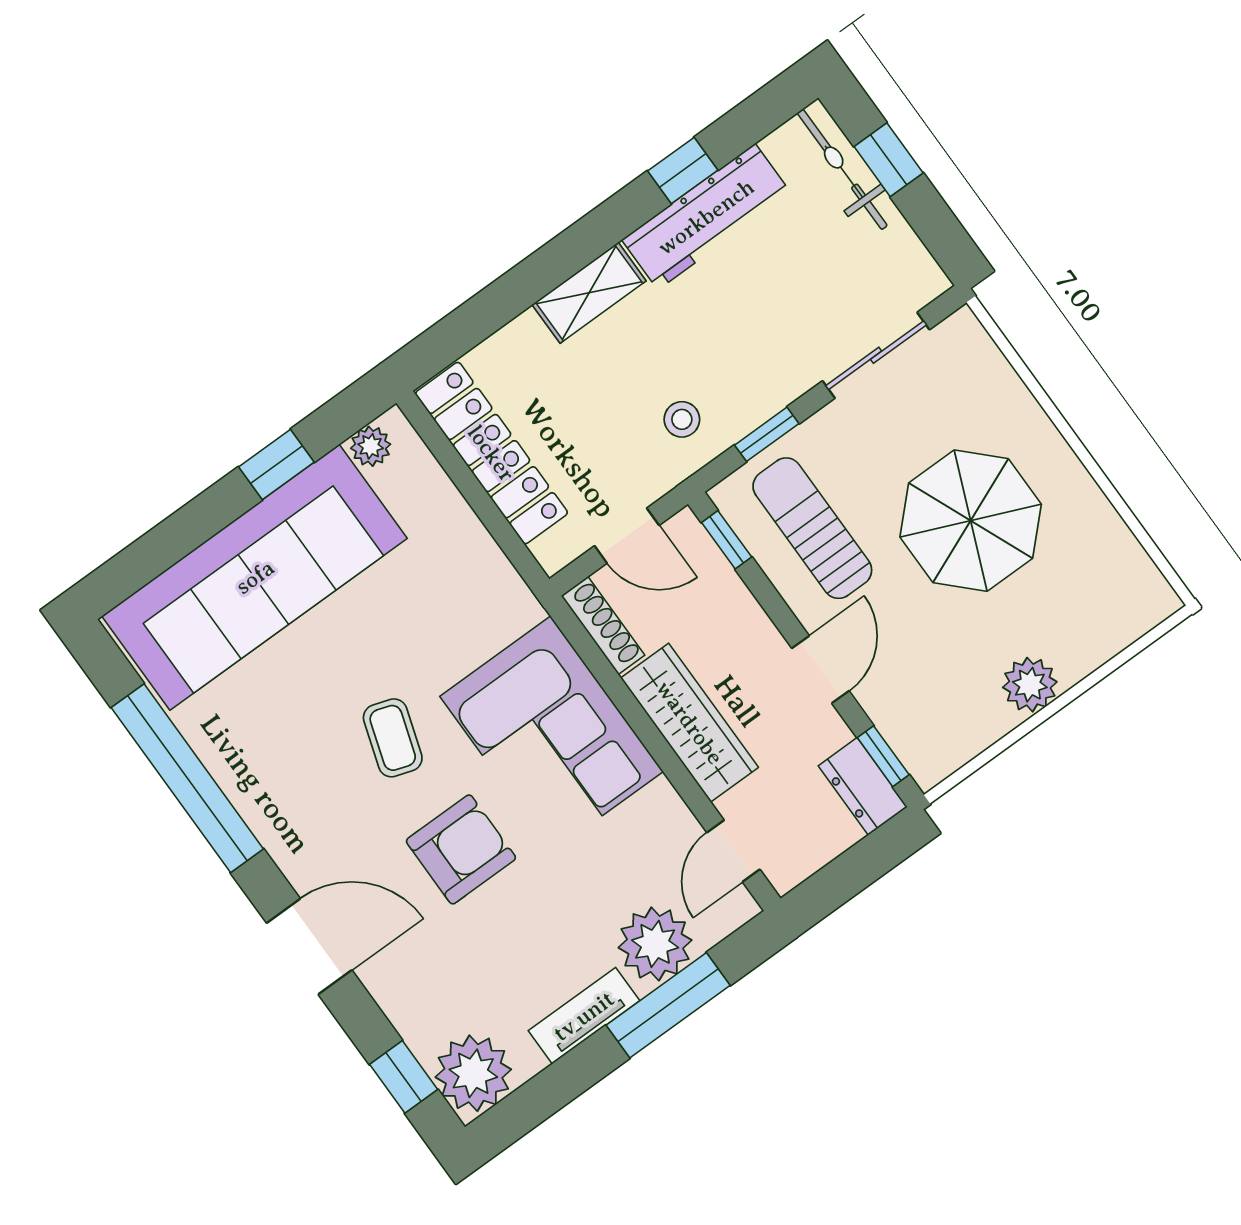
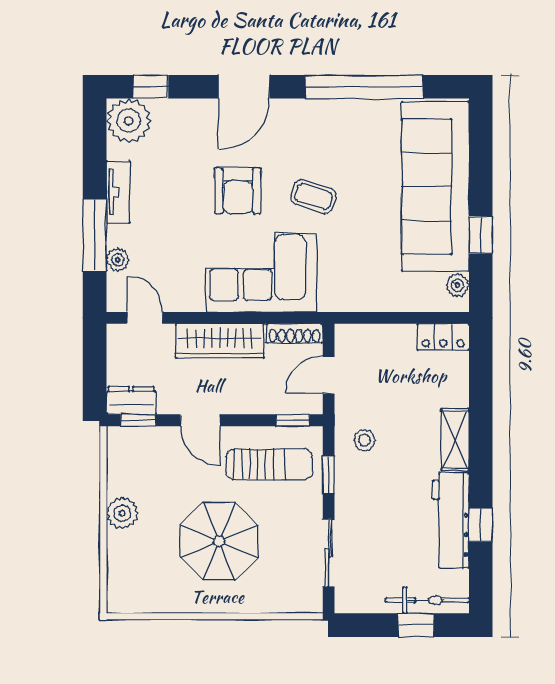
locker: (491, 453) -> (443, 337), width x0.46, depth x0.83
plant: (655, 944) -> (118, 260), width x0.53, depth x0.53

